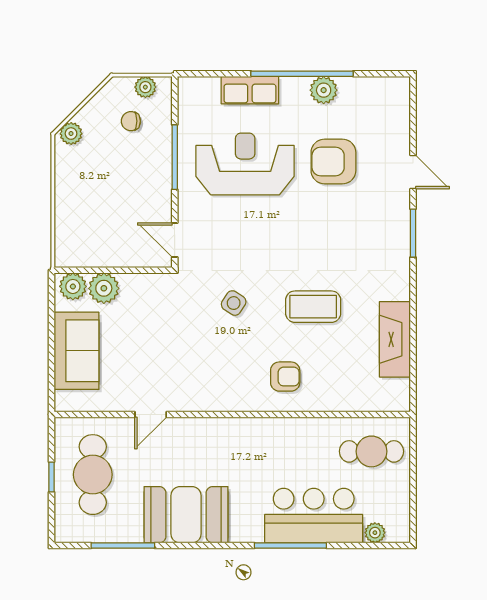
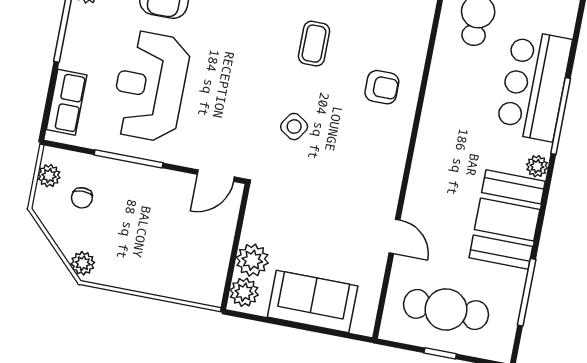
row of seats: (250, 90) -> (67, 102), moved
coffee table: (313, 307) -> (314, 44), width x0.73, depth x0.77
armchair: (285, 377) -> (382, 87), turned 90
plant: (375, 533) -> (537, 166), moved

